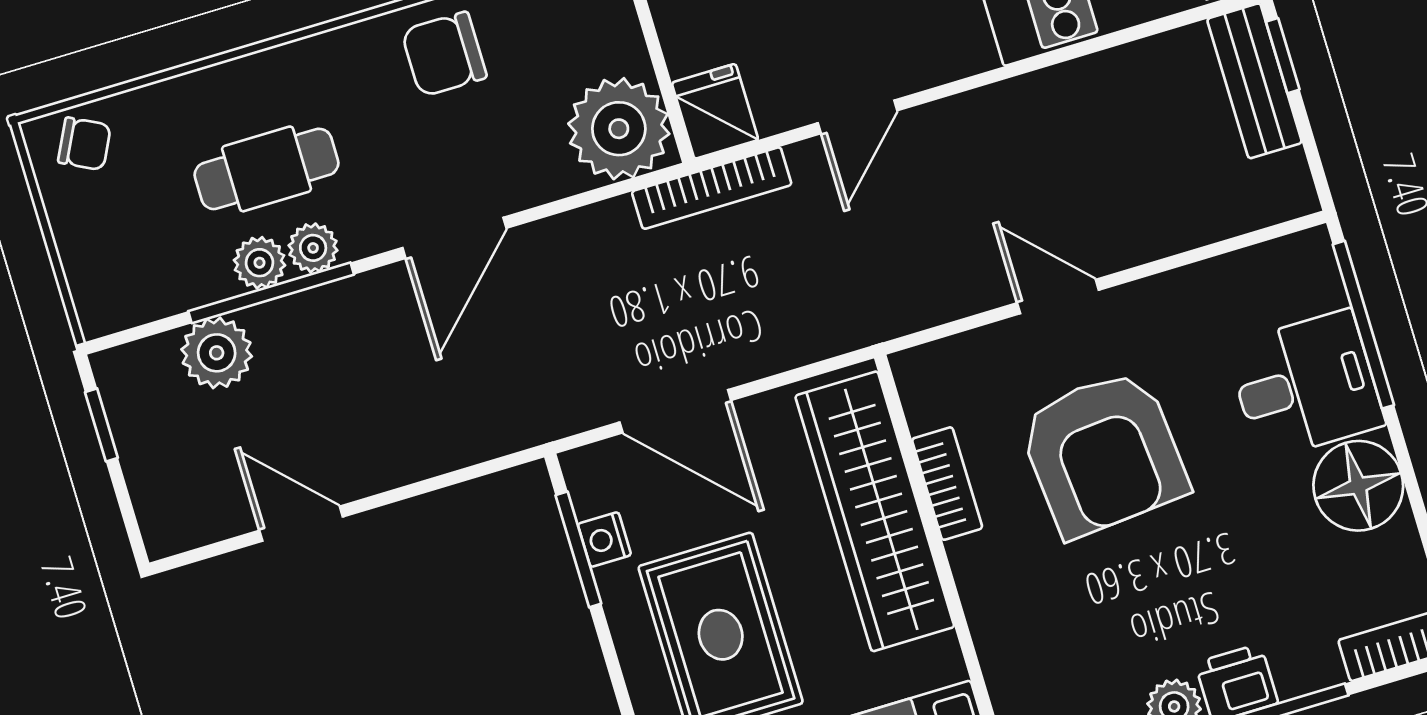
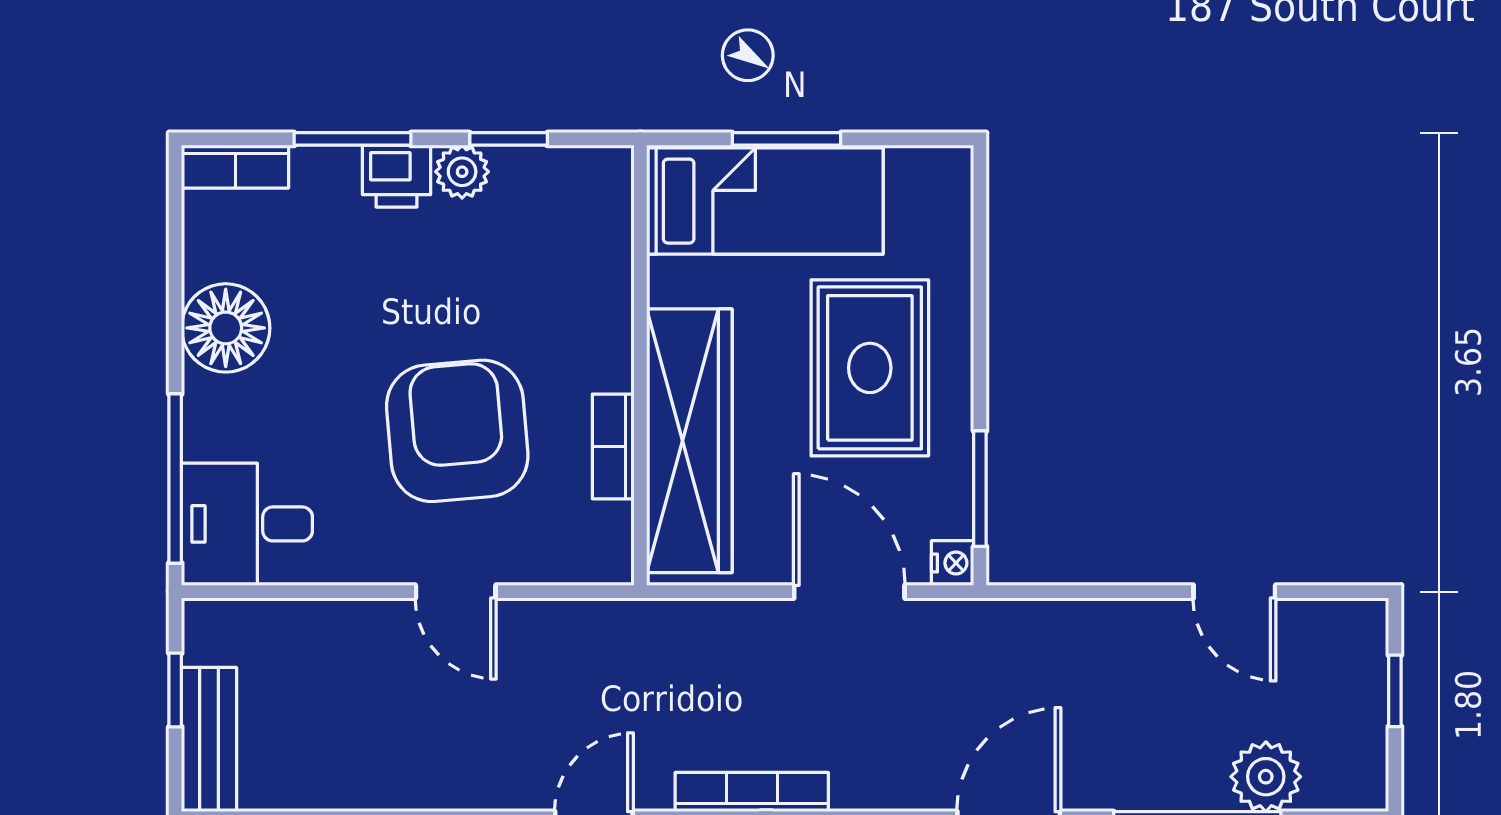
window: (1283, 56) -> (175, 690), moved
desk: (1306, 385) -> (247, 524), moved
window: (101, 425) -> (1395, 691), moved
nightstand: (604, 540) -> (953, 563), moved

